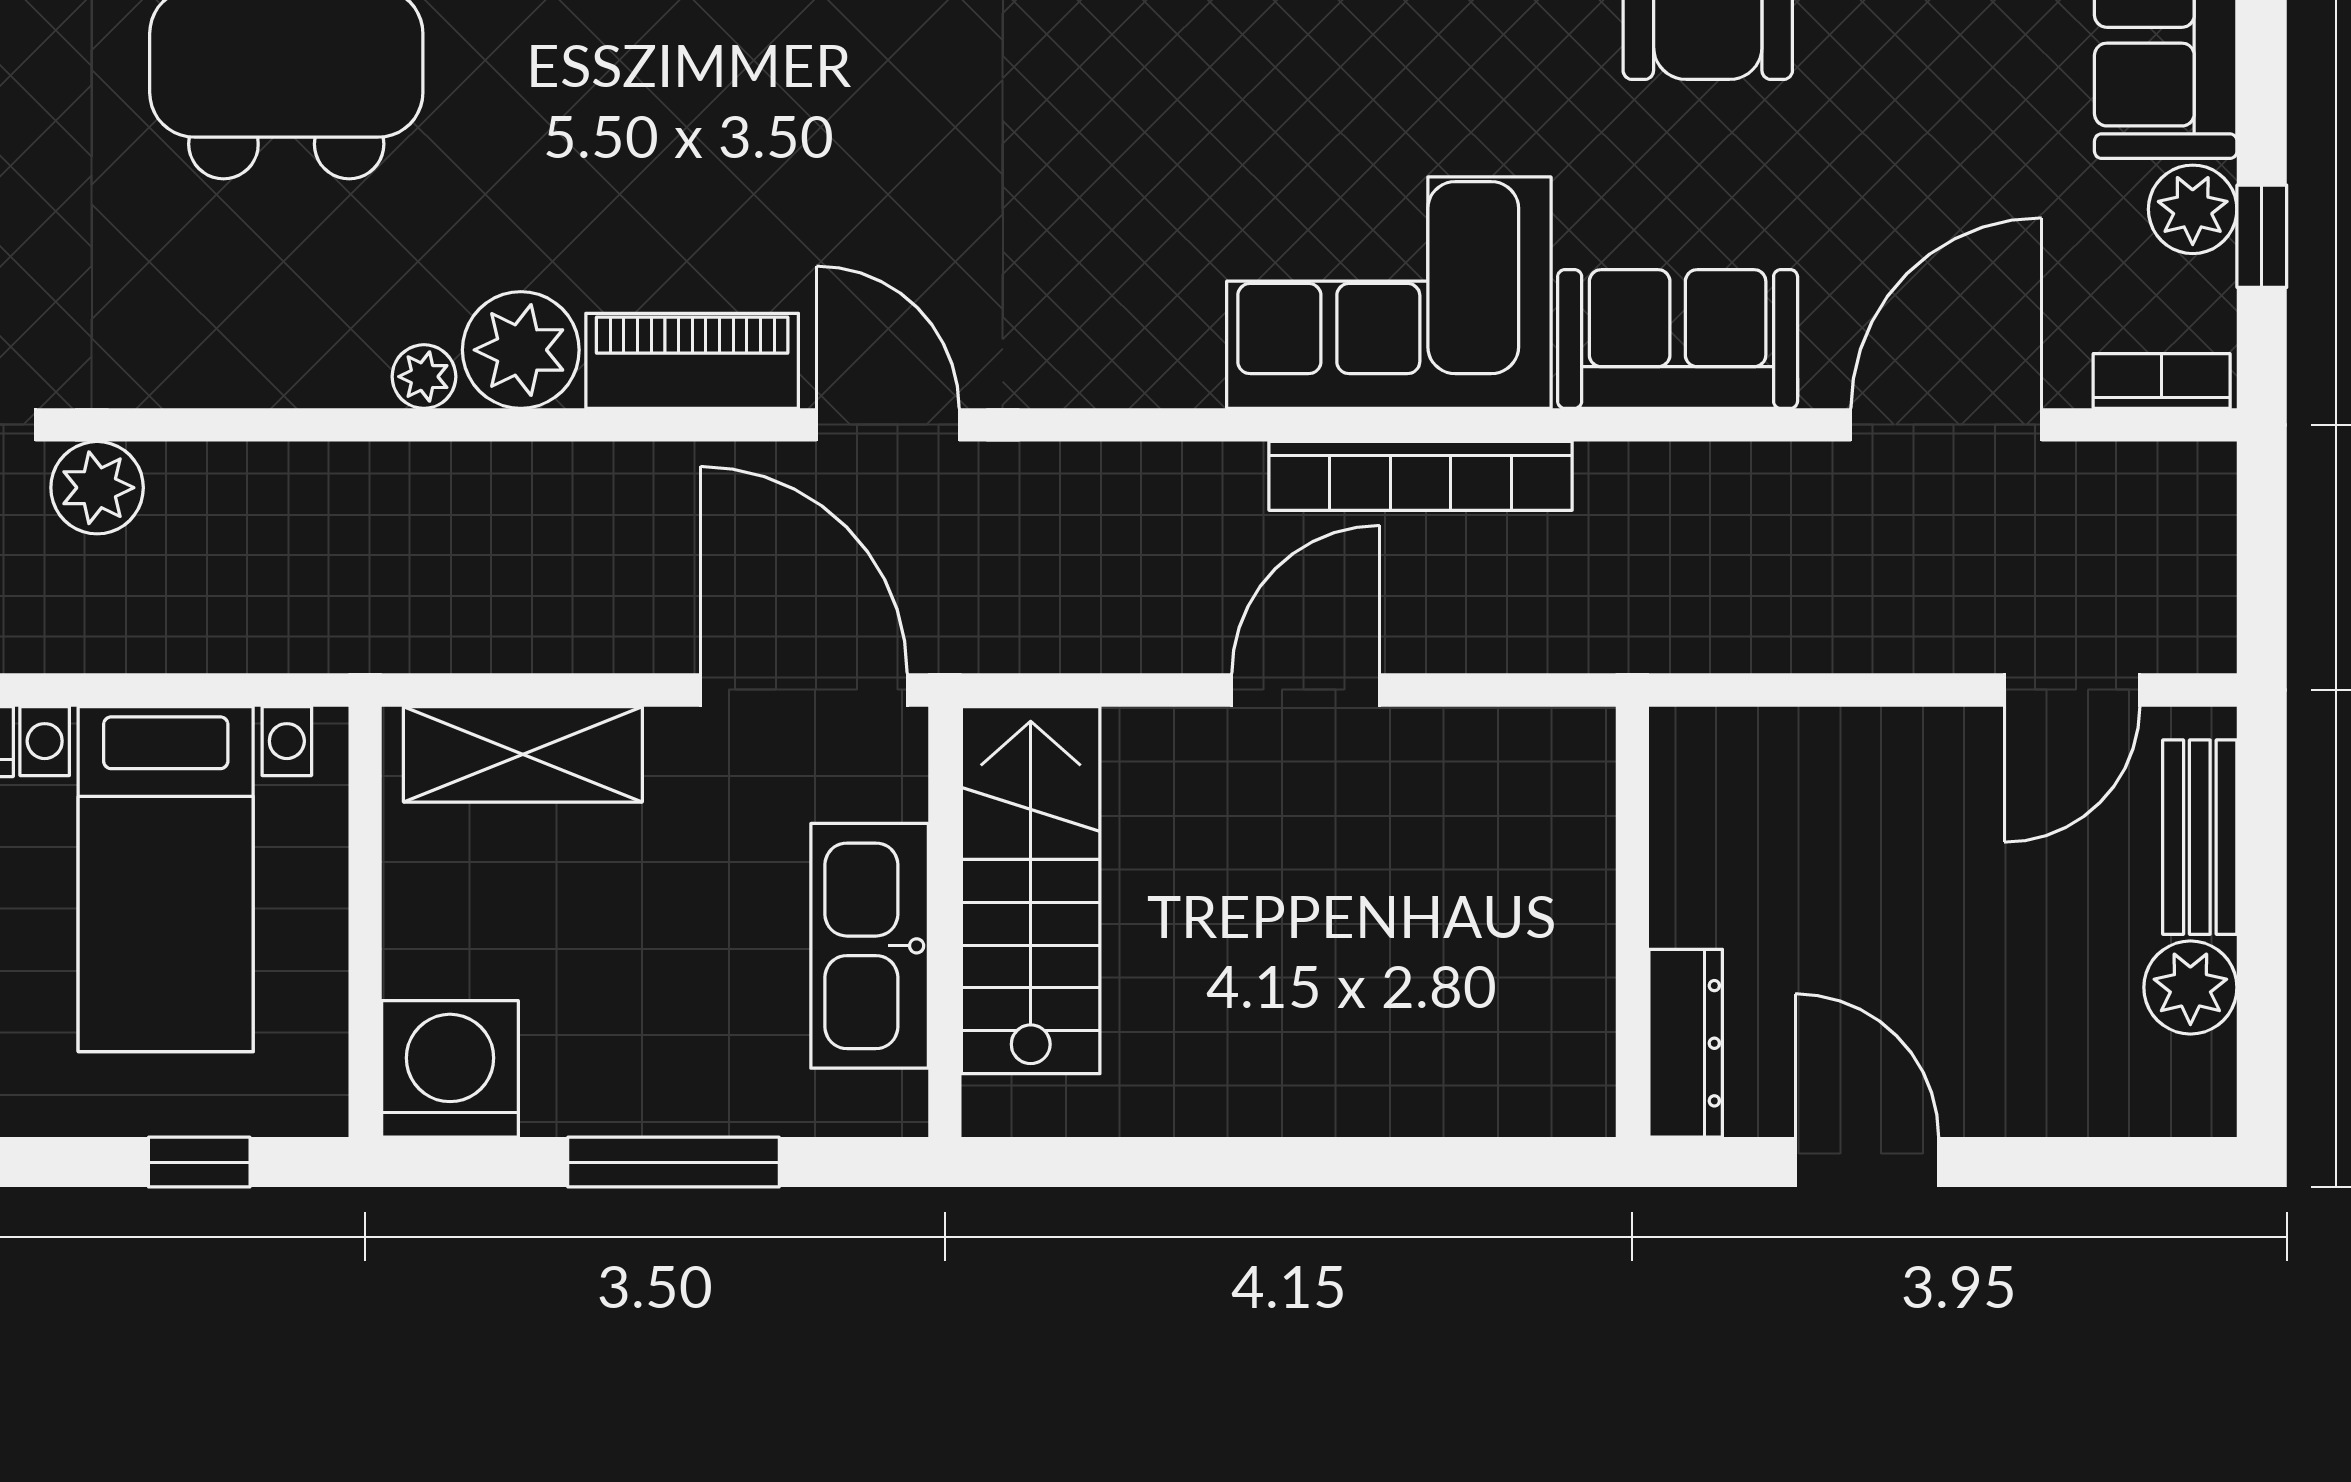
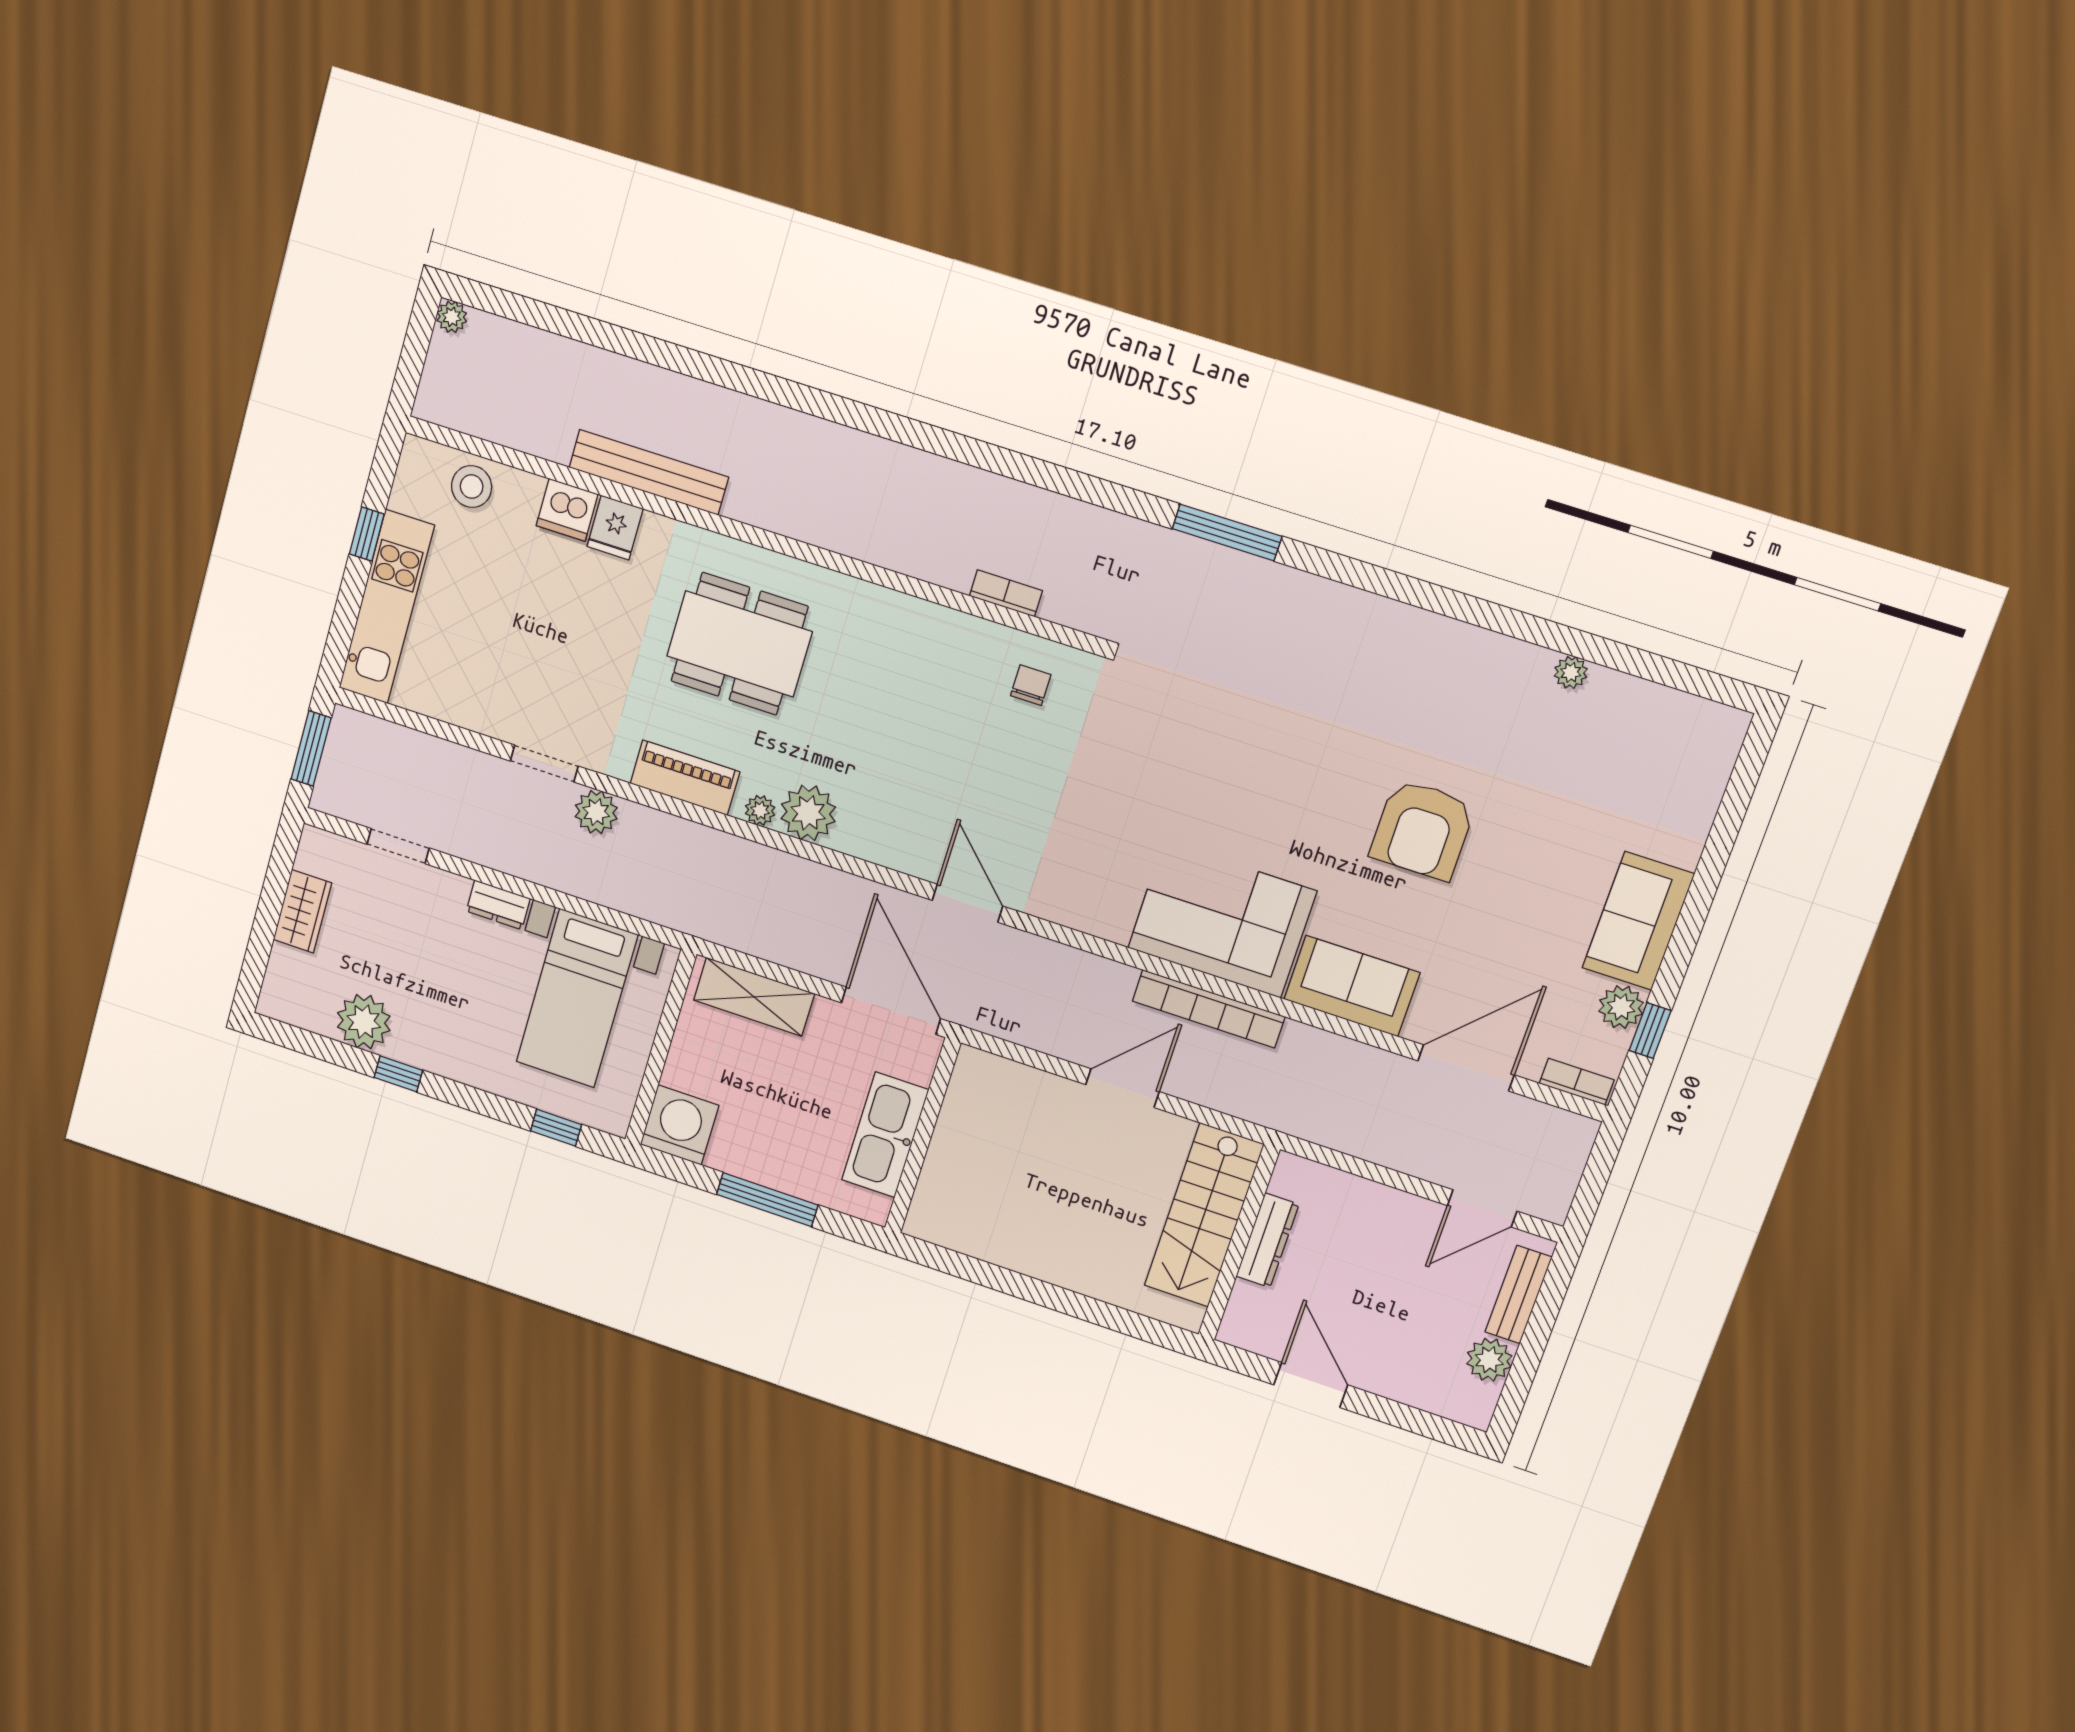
piano: (692, 361) -> (685, 778), moved
stairs: (1031, 890) -> (1204, 1215), moved, turned 180
dresser: (1686, 1043) -> (1267, 1240), moved

